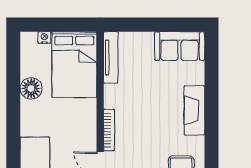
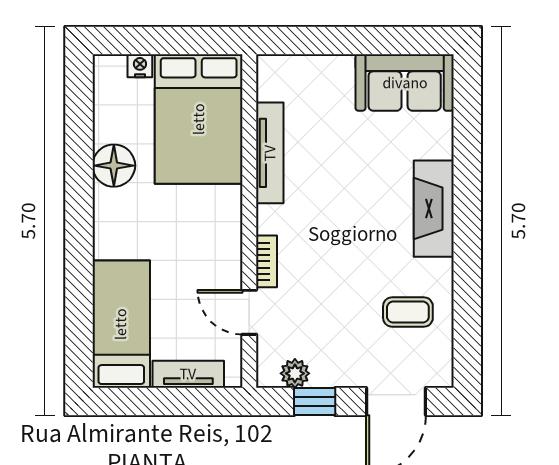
tv unit: (111, 57) -> (270, 153), moved
bookcase: (109, 130) -> (266, 261), width x0.64

